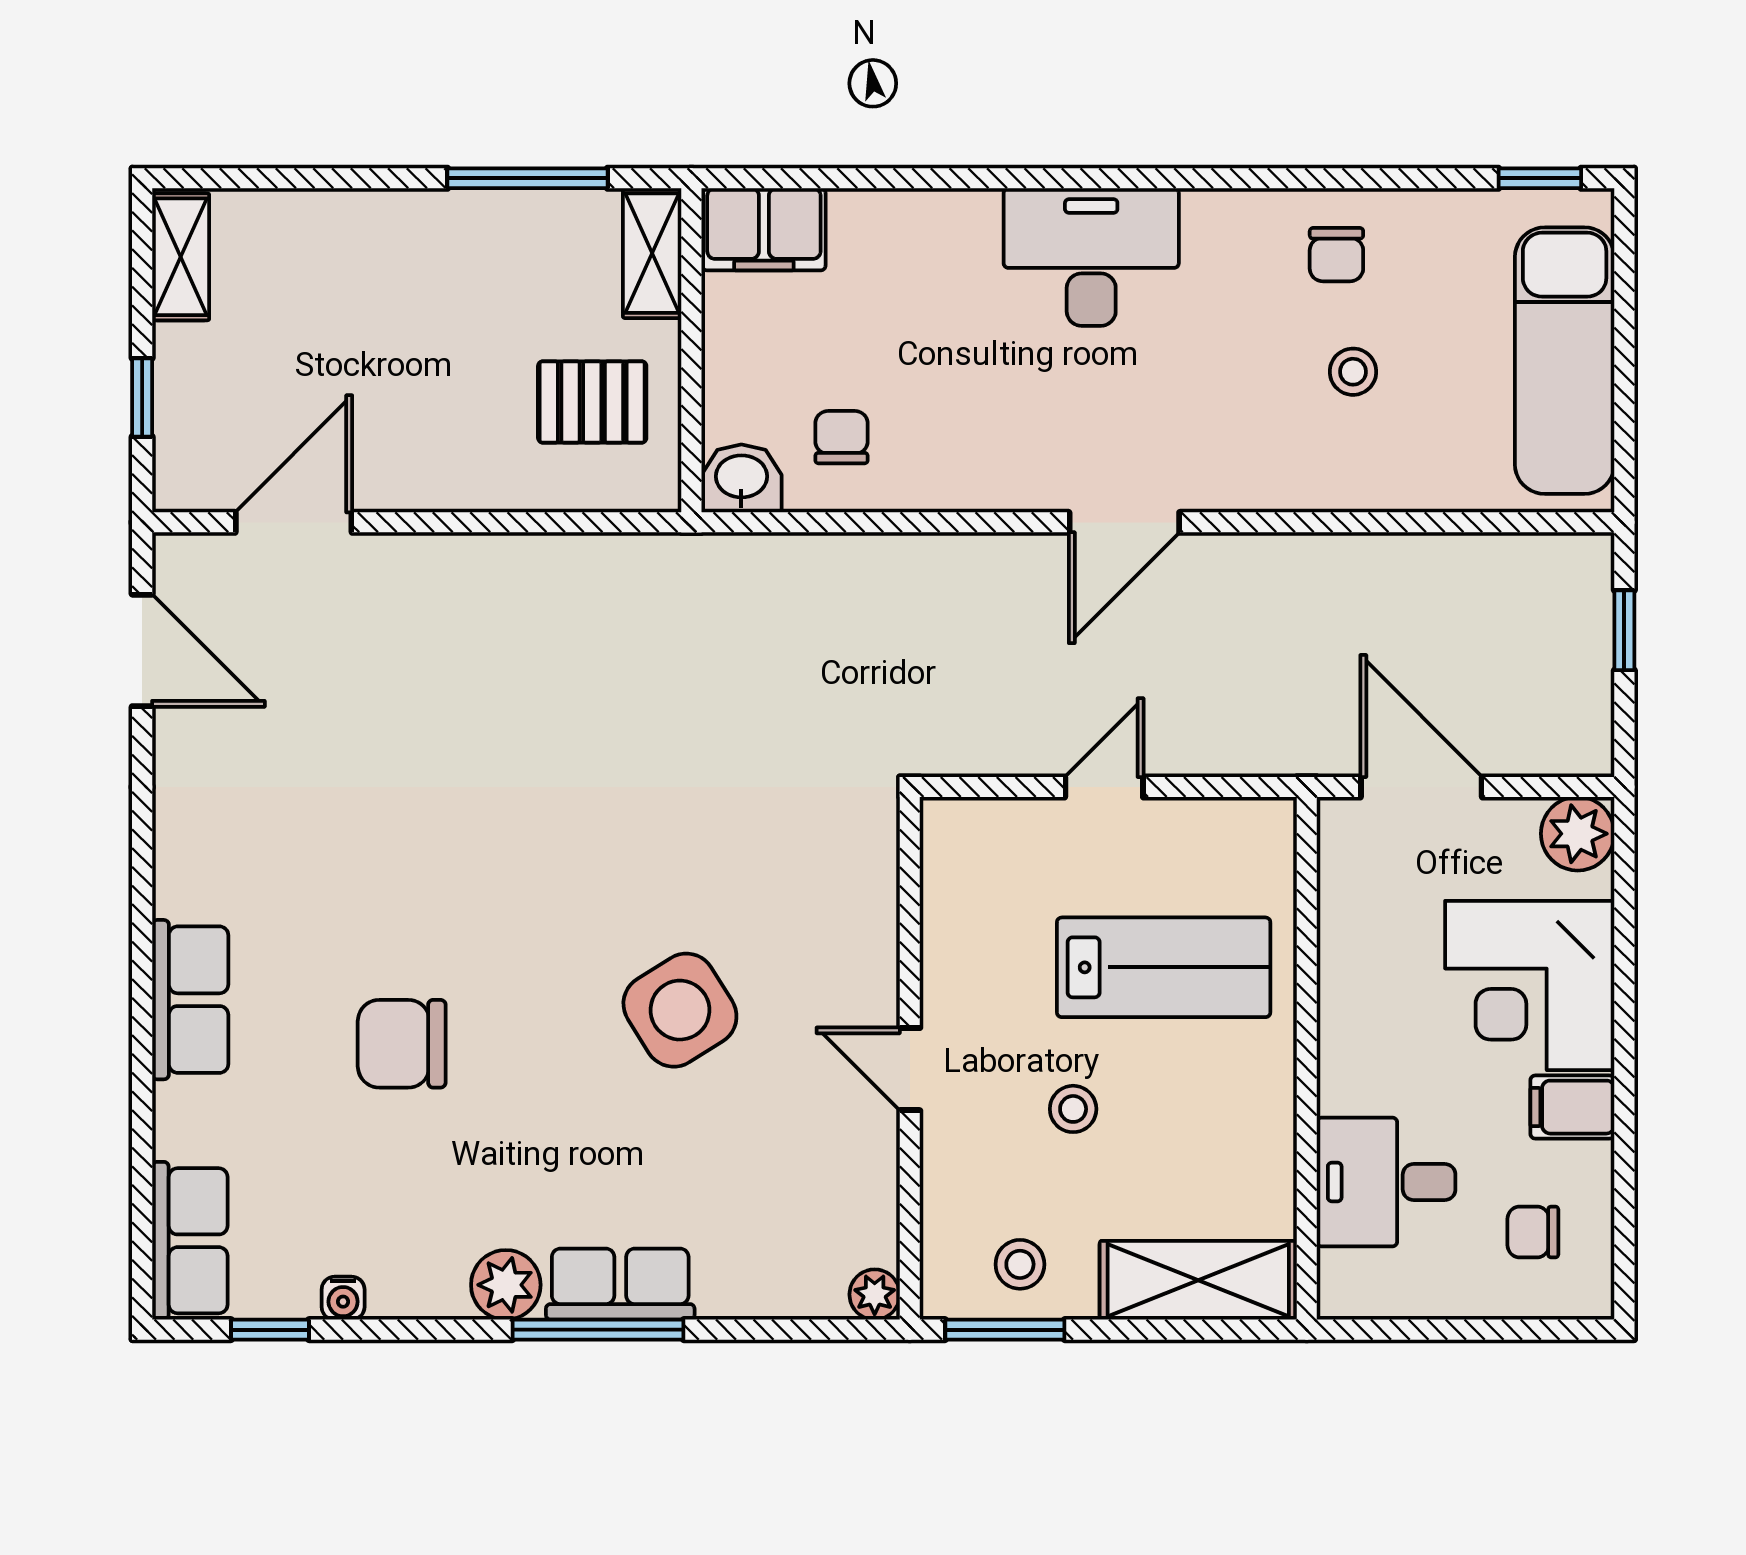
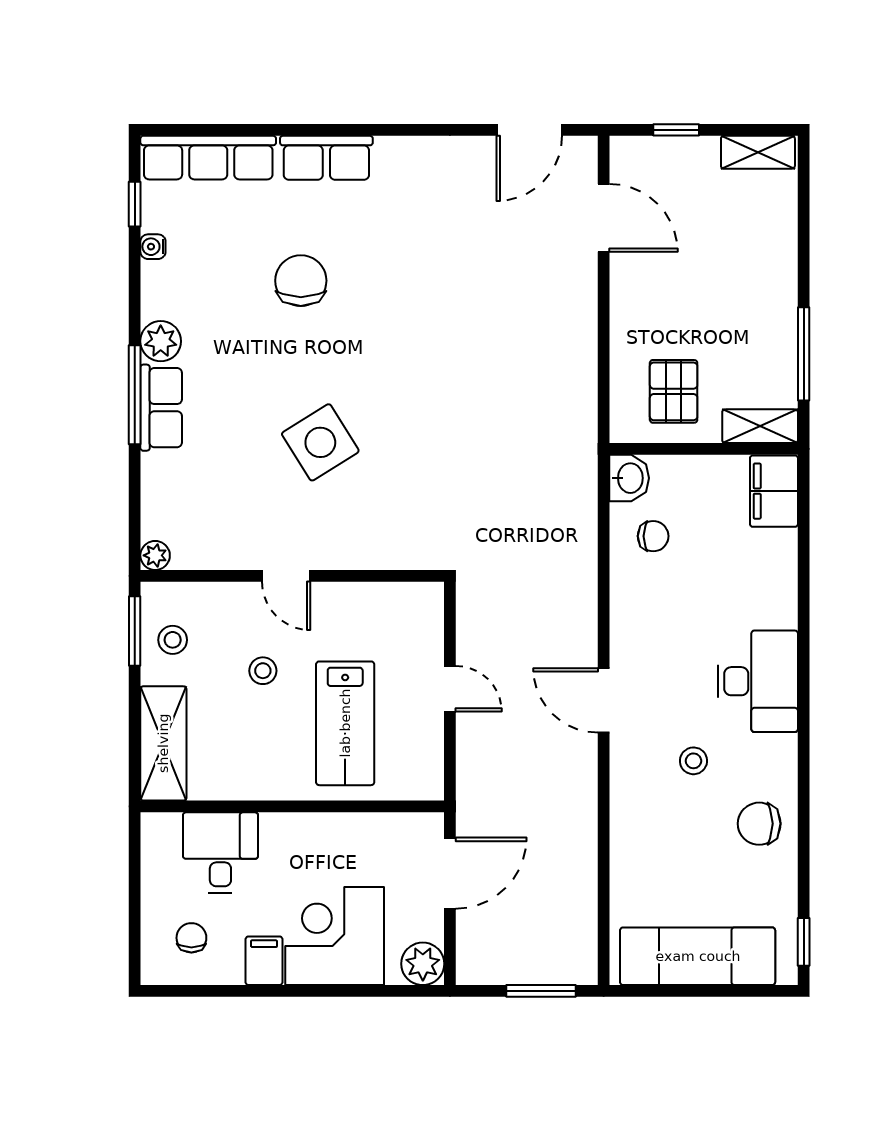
chair: (1336, 255) -> (759, 824), width x1.37, depth x1.37
stool: (1353, 372) -> (693, 761), moved
window: (1624, 630) -> (541, 991), width x1.50
door: (910, 1069) -> (286, 576), swing flipped
row of seats: (190, 1241) -> (208, 158), width x1.48

